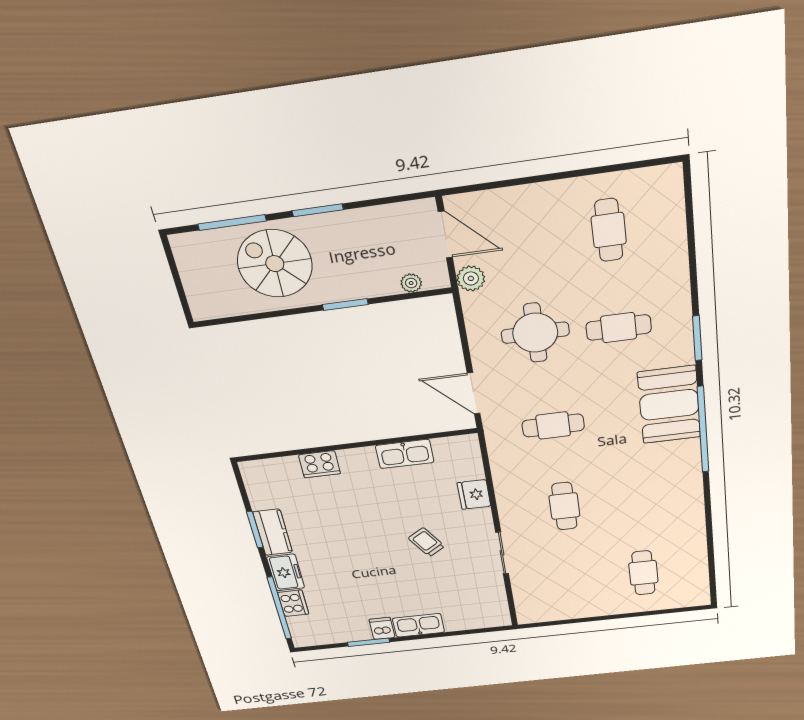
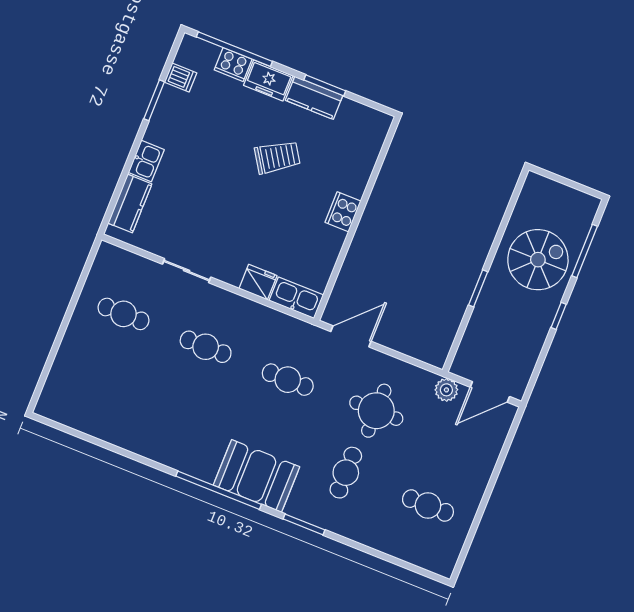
window: (318, 210) -> (559, 316), width x0.67
plant: (411, 283) -> (467, 346), removed
cafe table: (553, 426) -> (288, 380), turned 90
kitchen sink: (405, 454) -> (296, 298), moved, turned 90
cooker: (319, 464) -> (343, 212), moved
trolley: (426, 542) -> (277, 157), moved, width x1.36, depth x1.39
cafe table: (643, 573) -> (123, 314), moved
kitchen counter: (471, 619) -> (130, 204), added
kitchen sink: (418, 625) -> (146, 161), width x0.73
dishwasher: (382, 628) -> (181, 77), moved

